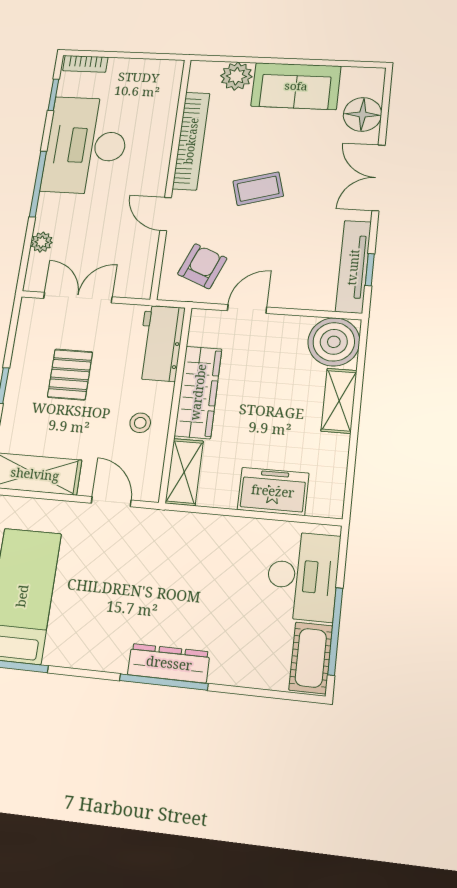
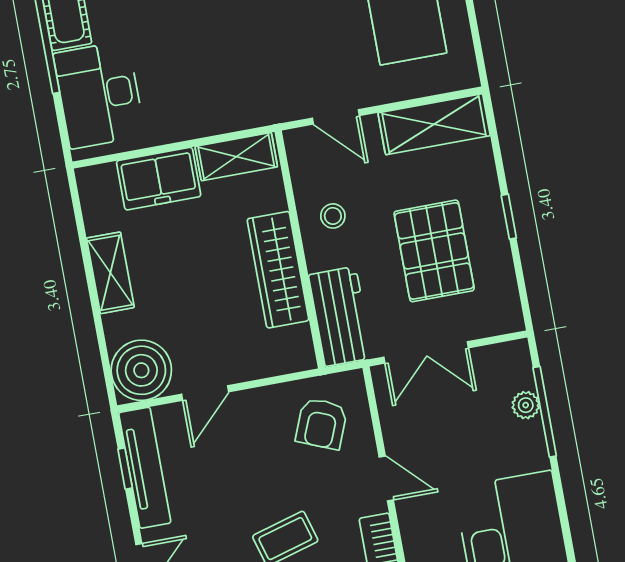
window: (38, 184) -> (545, 412), moved
double door: (78, 298) -> (426, 352), moved
door: (247, 309) -> (205, 393), moved
pallet: (70, 374) -> (434, 251), width x1.50, depth x1.42
shelving: (339, 401) -> (110, 273), moved
shelving: (184, 472) -> (236, 157), moved, turned 90

